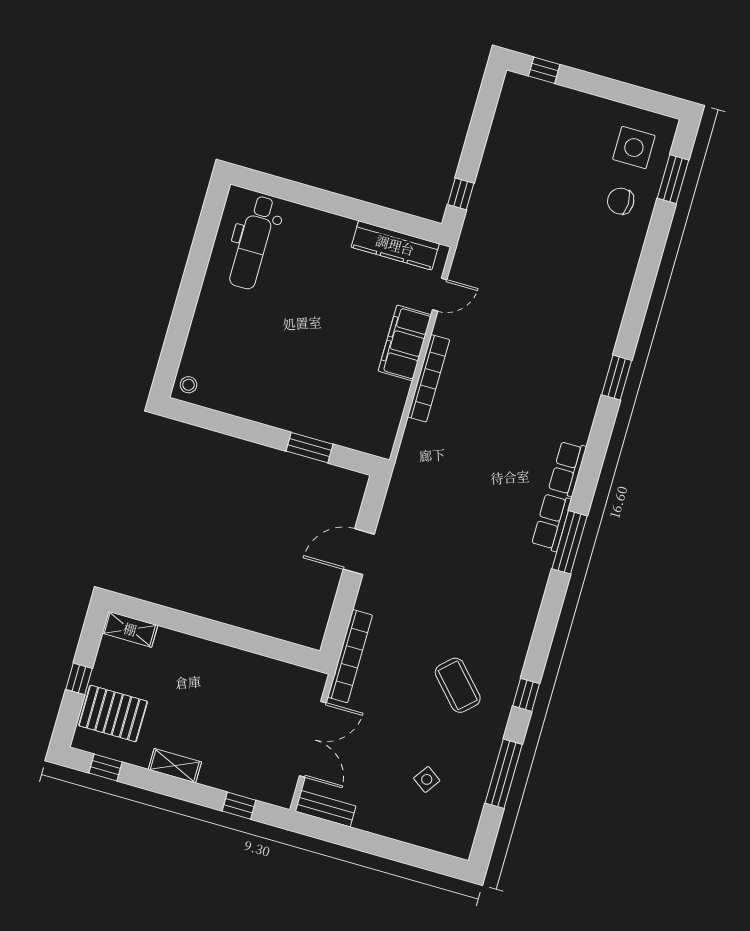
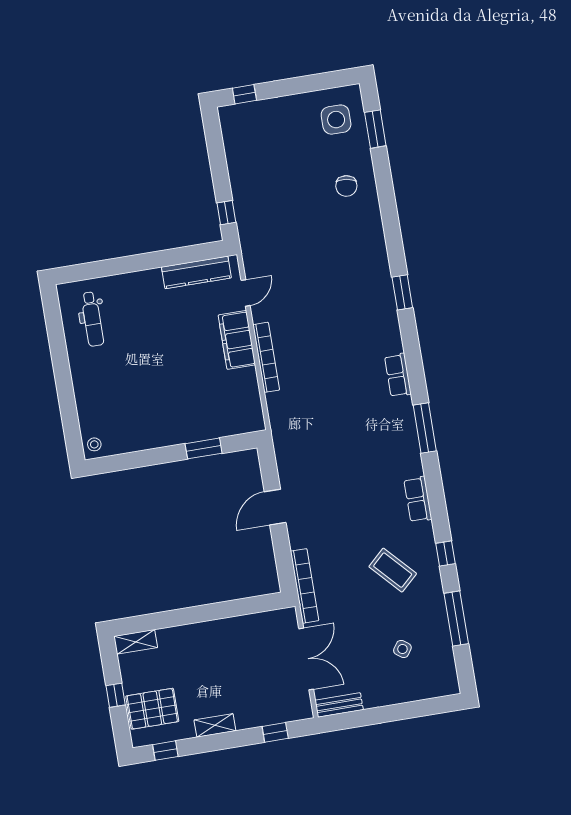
chair: (621, 201) -> (346, 186), moved, turned -82
dental chair: (253, 243) -> (92, 319), width x0.73, depth x0.72
row of seats: (551, 522) -> (418, 499), moved

